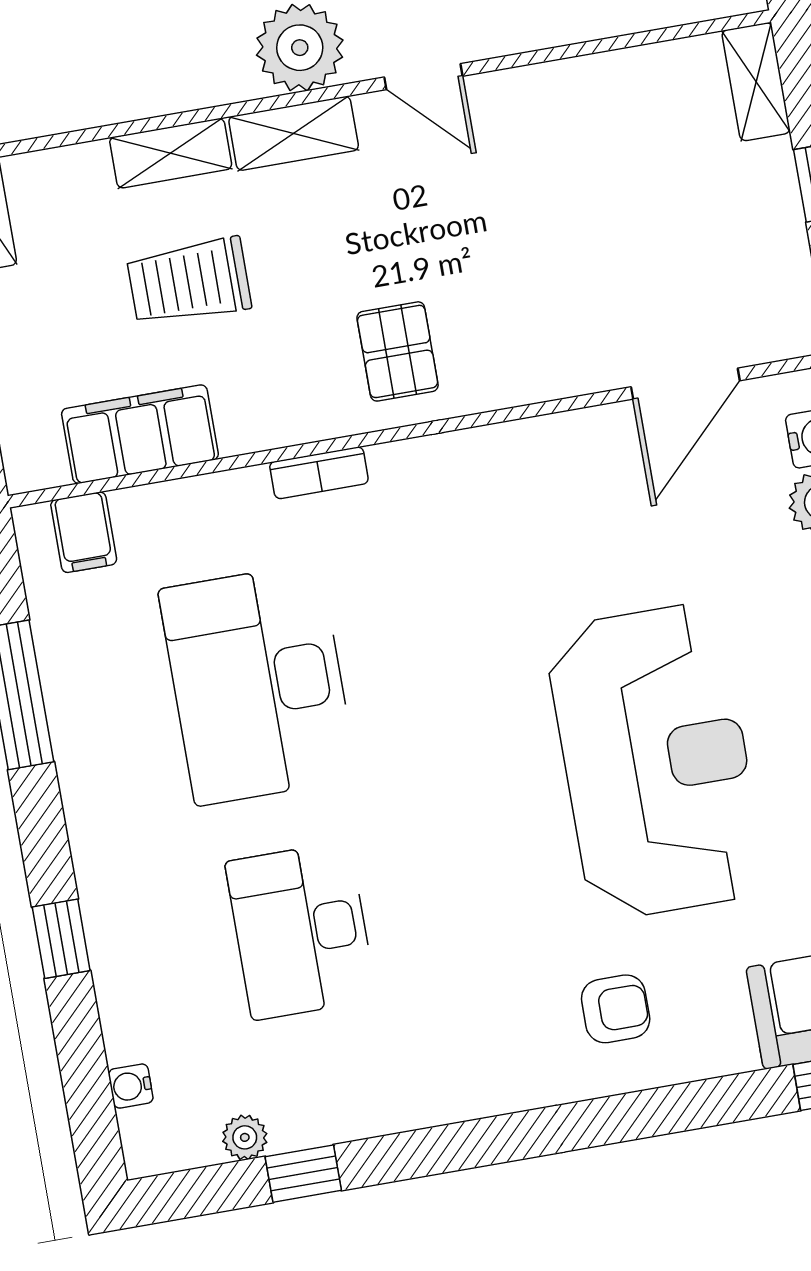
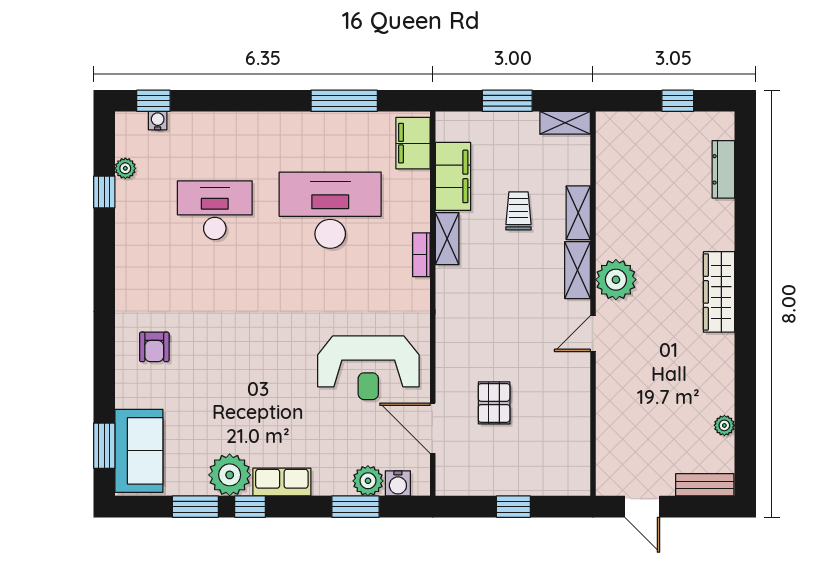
shelving: (756, 82) -> (447, 239), moved, turned 90
trolley: (189, 282) -> (518, 211), width x0.73, depth x0.72
pallet: (398, 351) -> (494, 403), moved, turned 90
filing cabinet: (84, 532) -> (413, 143), width x2.00
reception desk: (656, 761) -> (368, 368), moved, width x0.74, depth x0.77
window: (61, 939) -> (153, 101), moved

